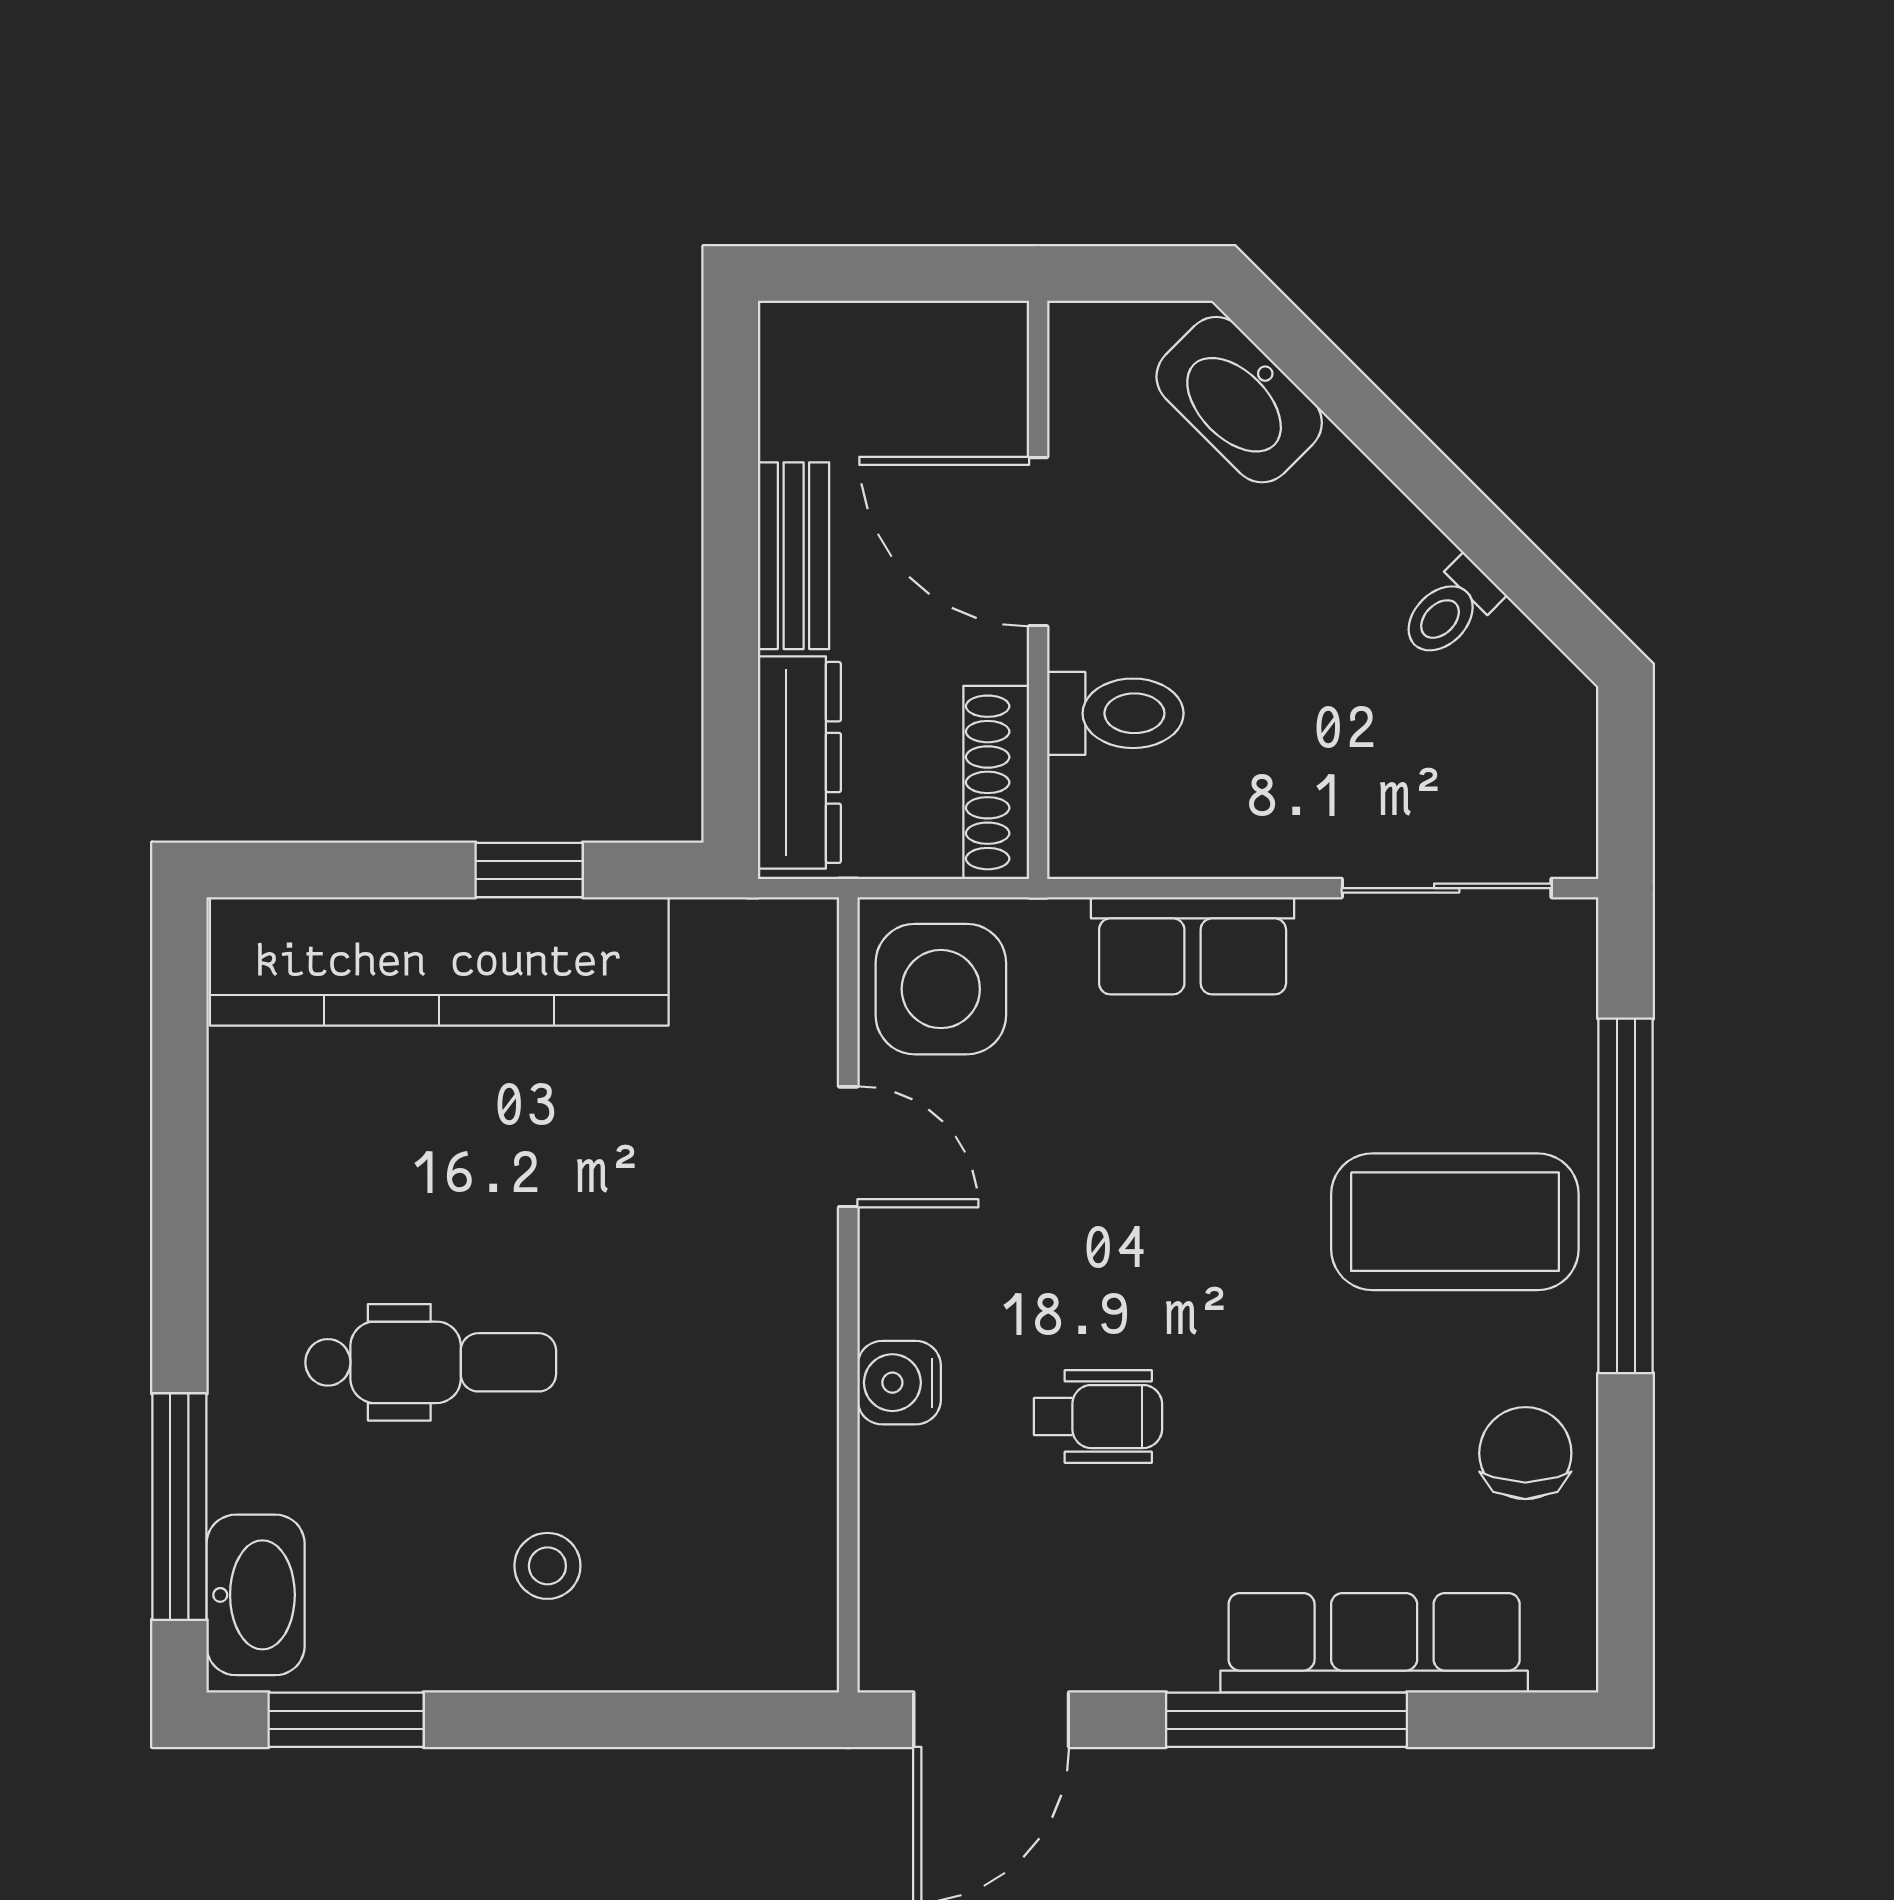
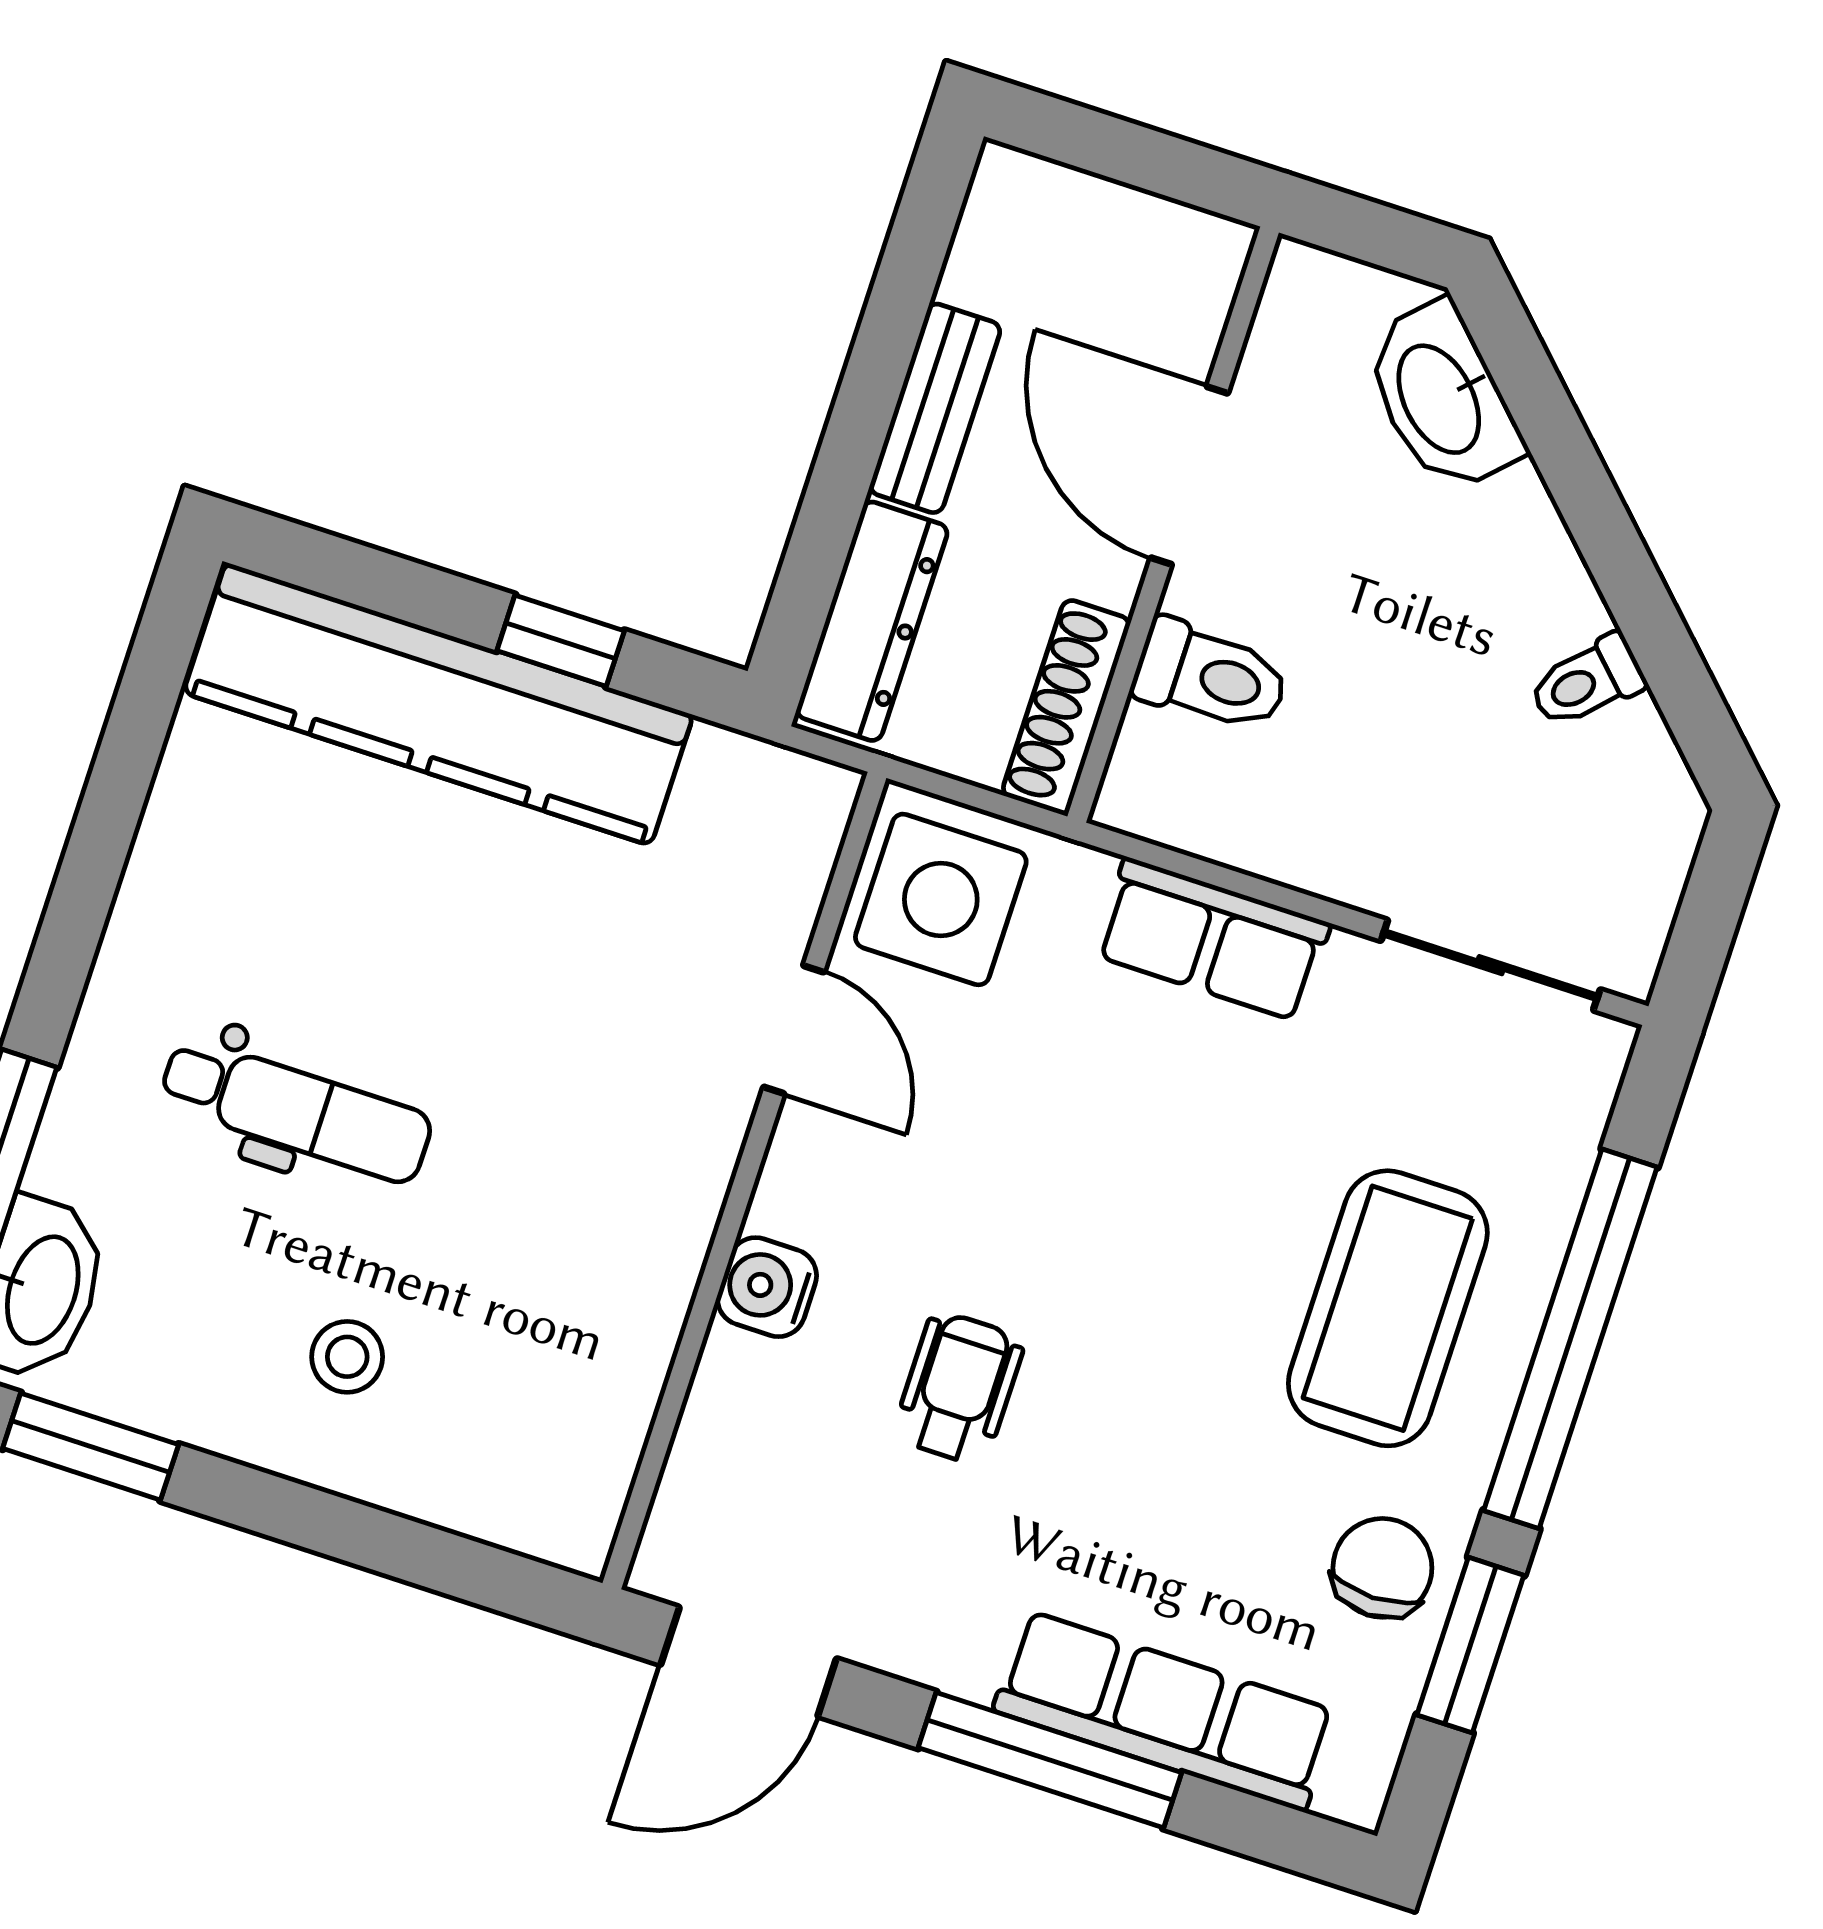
coffee table: (1455, 1222) -> (1388, 1308), turned 90
wheelchair: (1098, 1417) -> (959, 1388), turned -90
window: (1626, 1496) -> (1470, 1645), added

